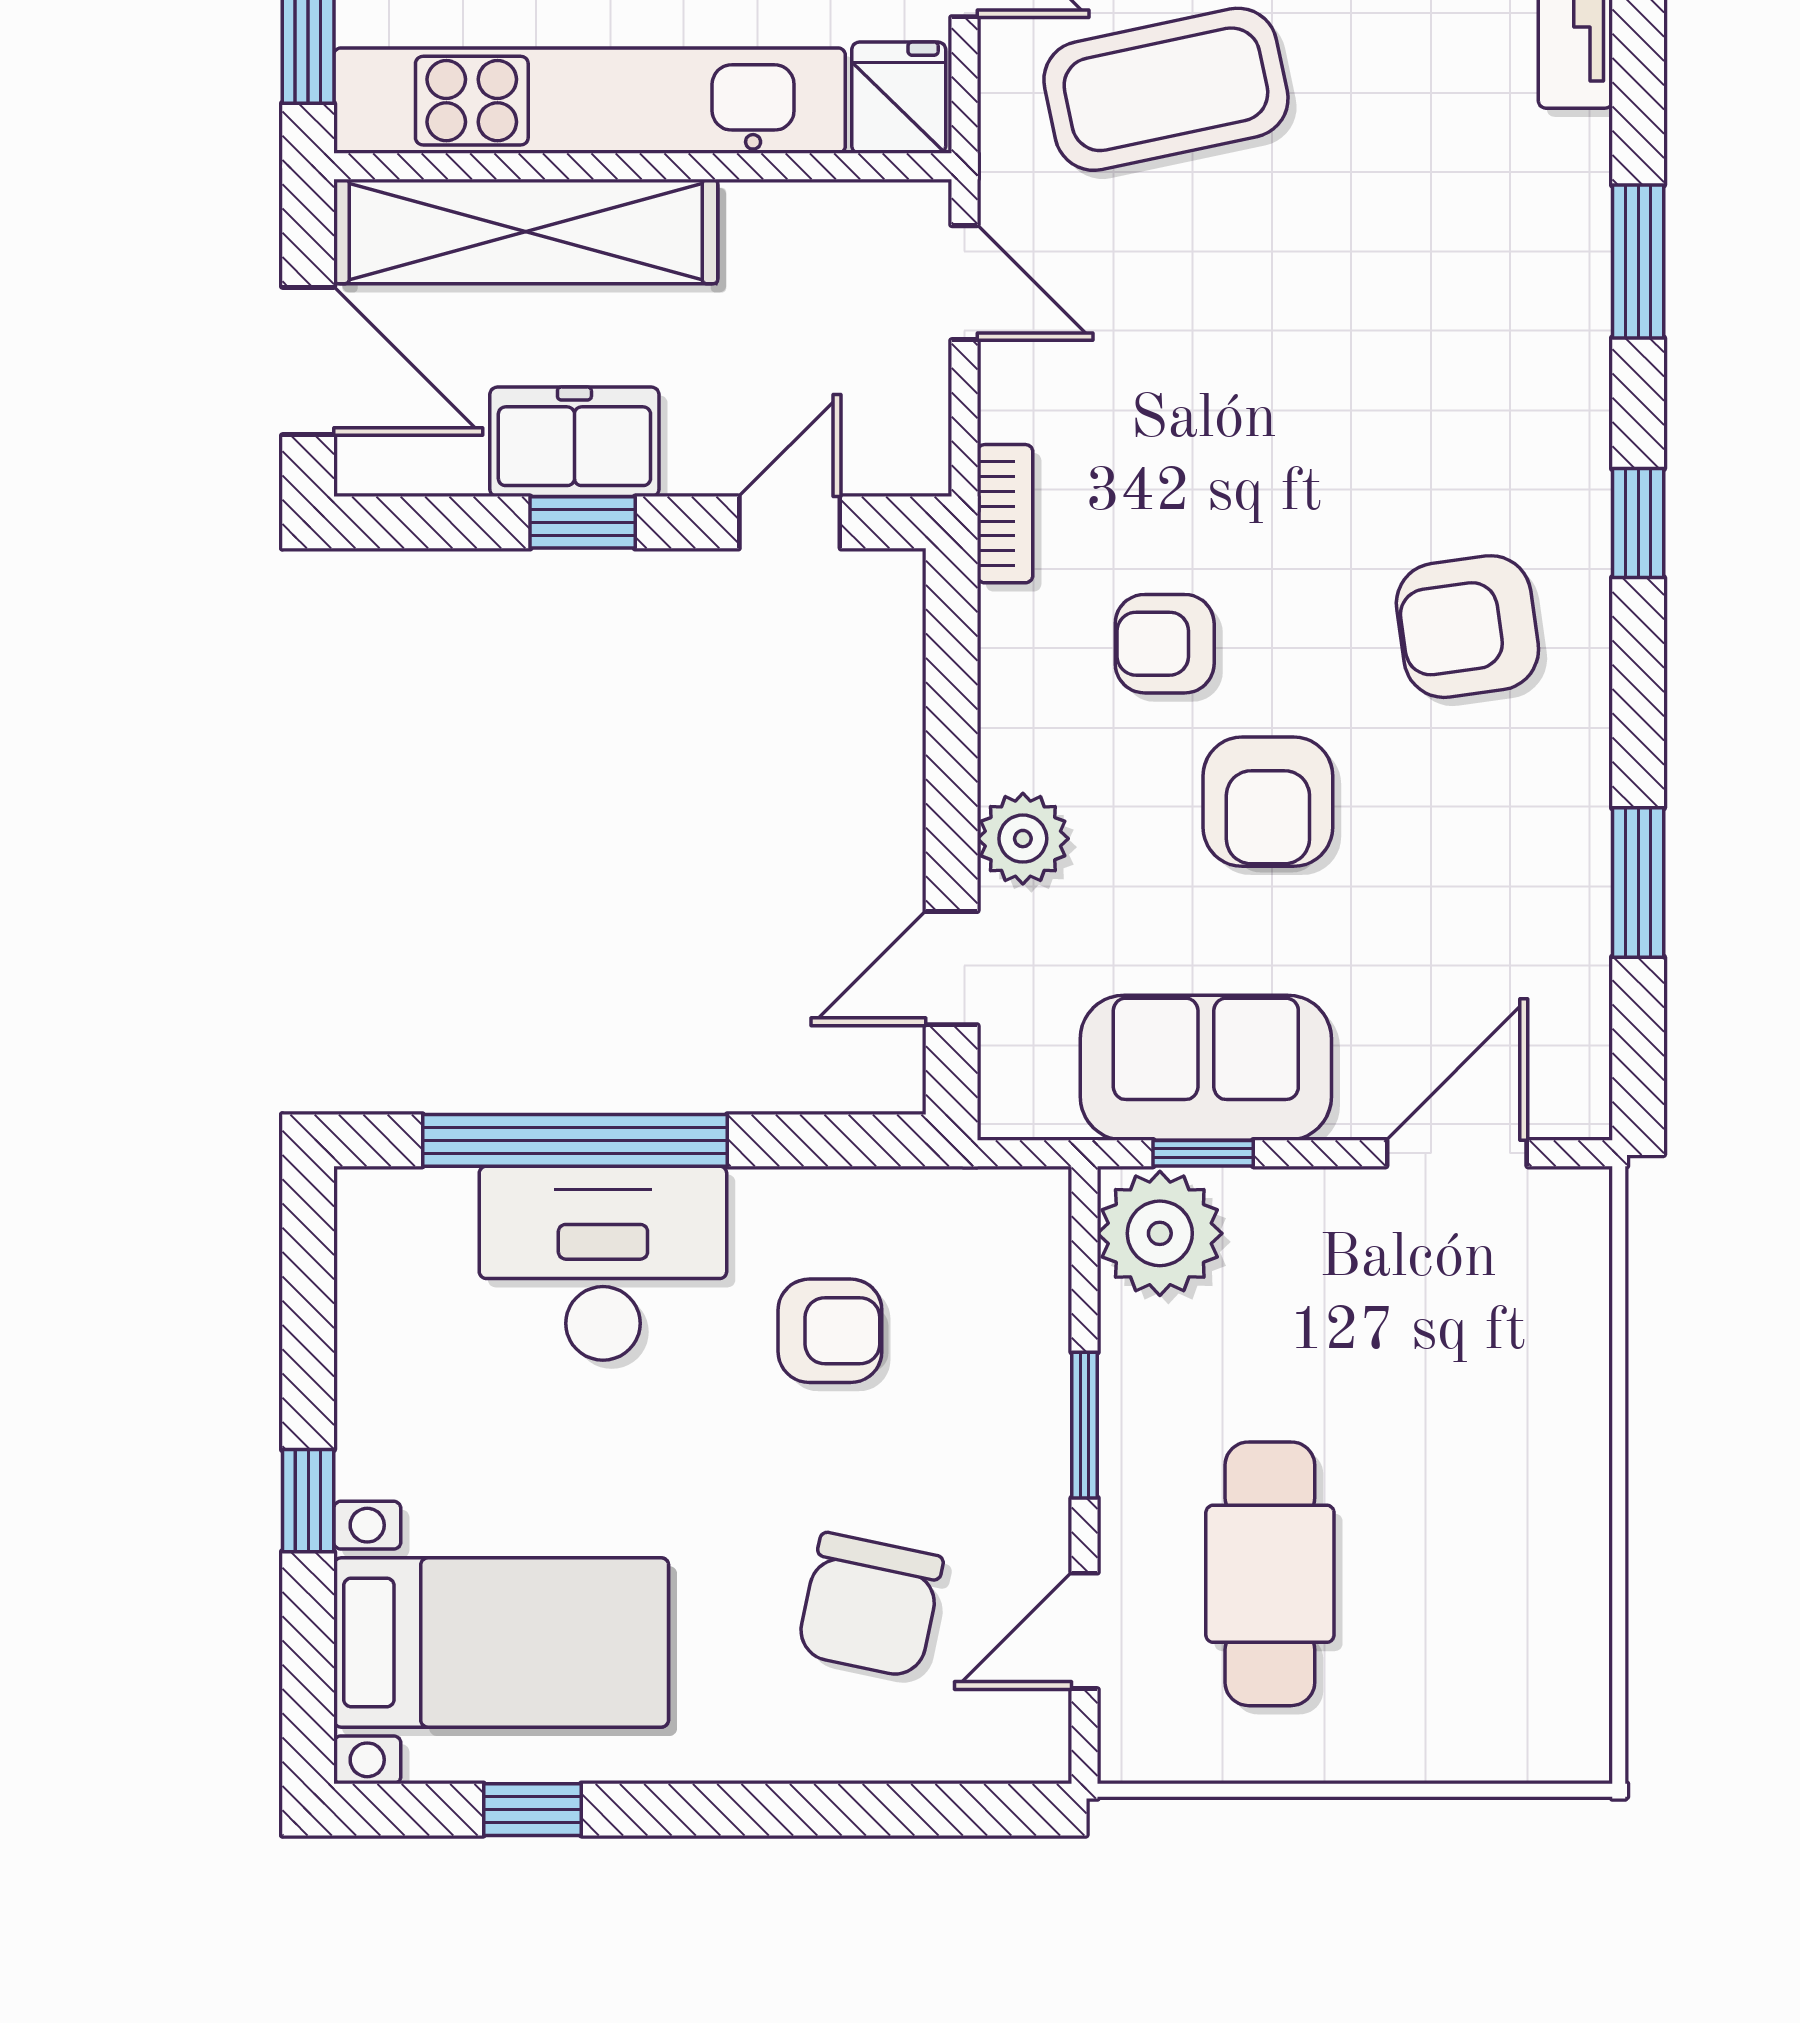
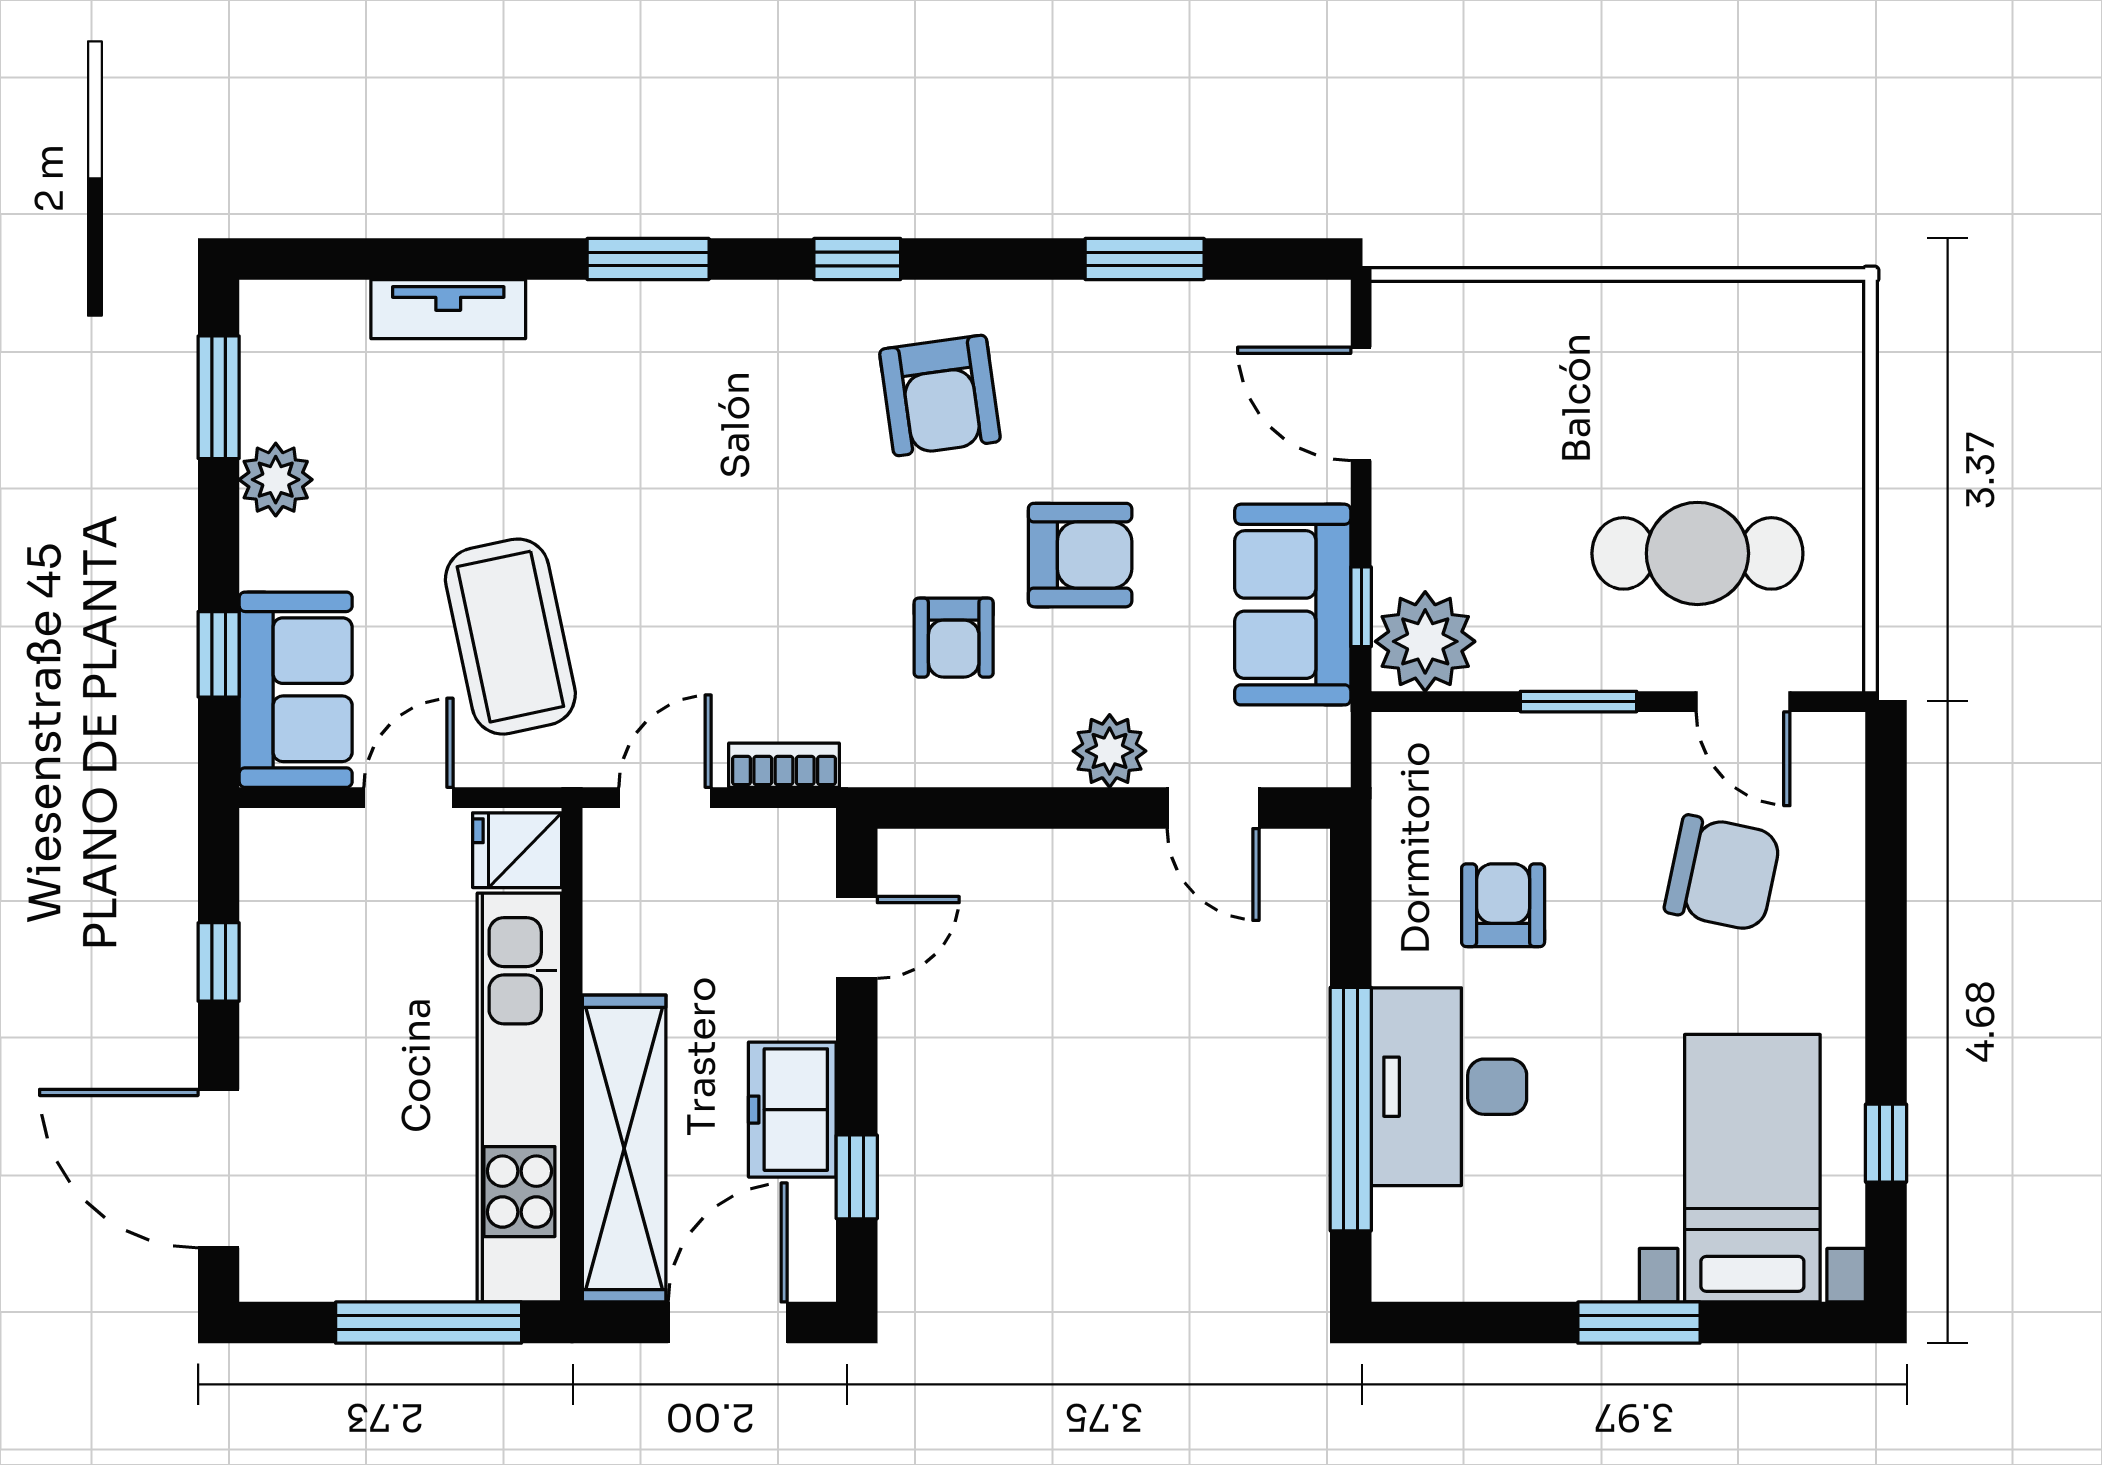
bookcase: (1005, 514) -> (784, 765), moved
window: (583, 522) -> (857, 1177), moved
door: (790, 522) -> (857, 937), swing flipped
window: (308, 1501) -> (1639, 1323), width x1.50

